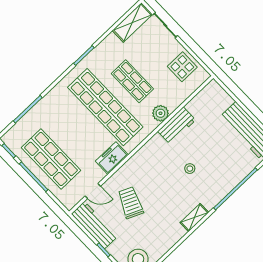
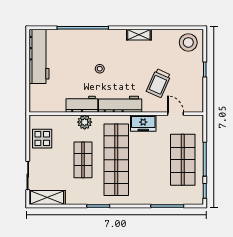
shelving: (194, 218) -> (139, 35), moved
workbench: (95, 225) -> (120, 104), moved, turned 90

